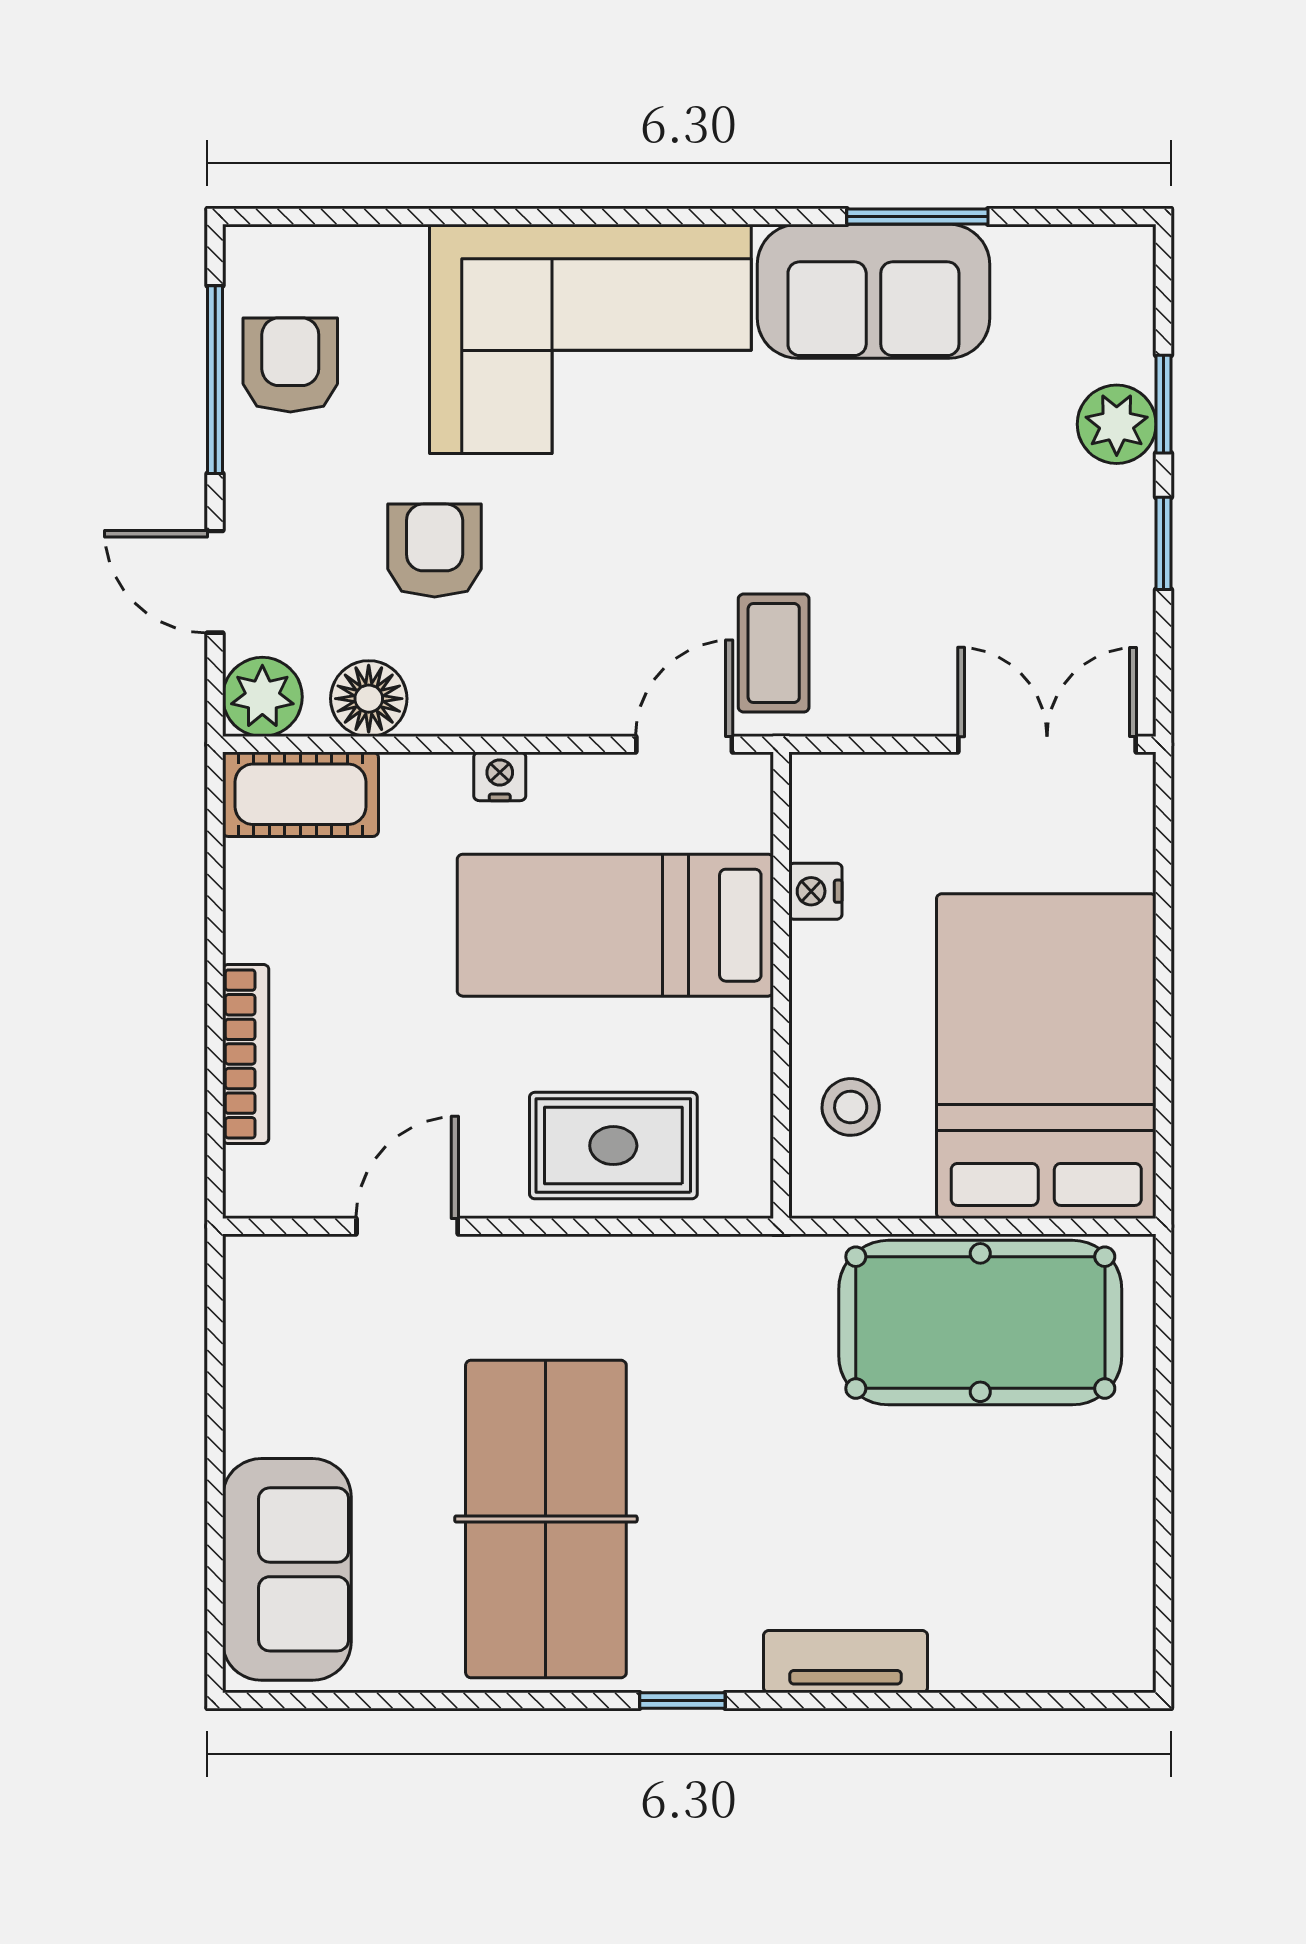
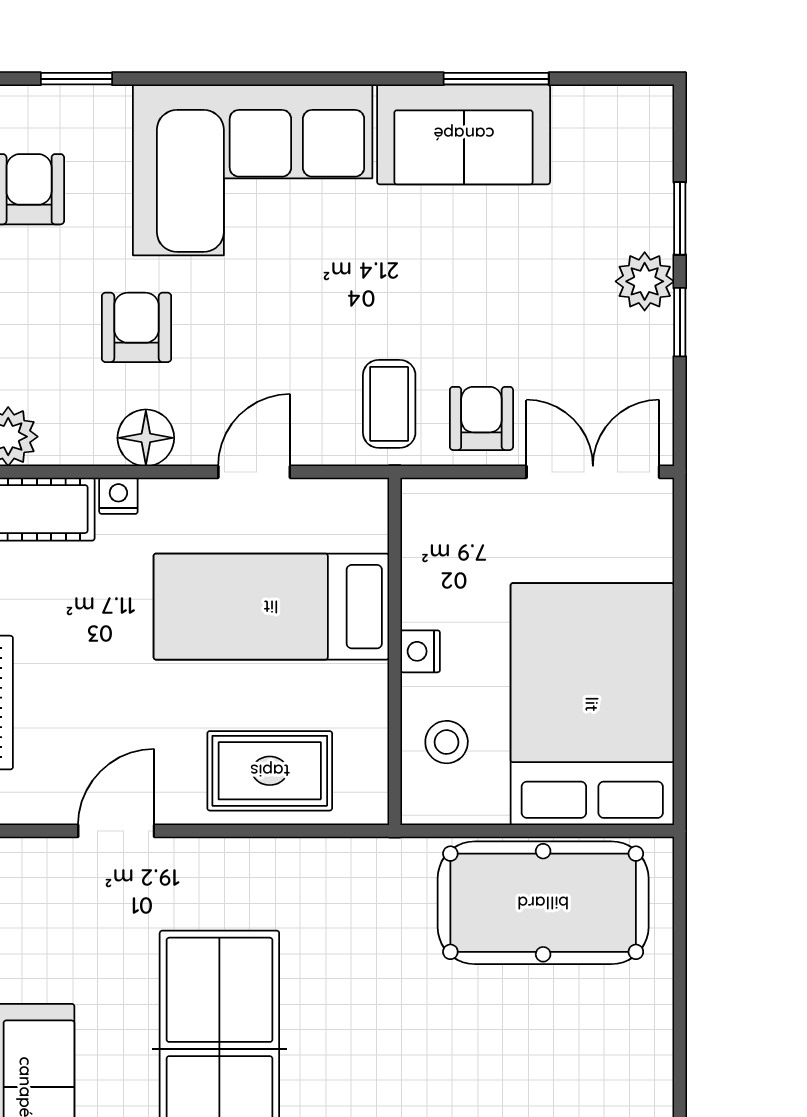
window: (354, 216) -> (76, 79), added
plant: (1117, 424) -> (645, 281), moved
armchair: (897, 673) -> (481, 418), added
floor lamp: (369, 699) -> (146, 438), moved
door: (684, 744) -> (254, 472), moved
nightstand: (500, 776) -> (118, 496), moved
nightstand: (815, 891) -> (420, 651), moved

